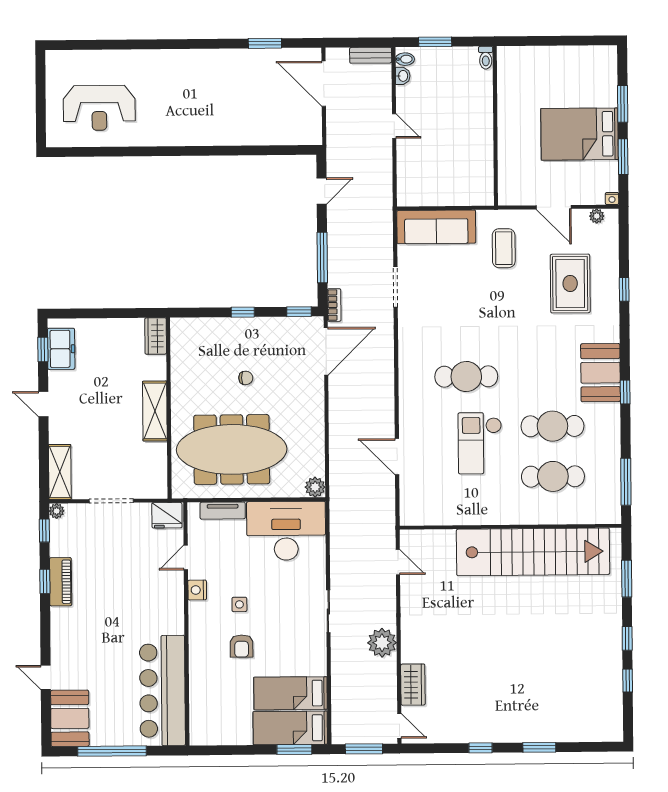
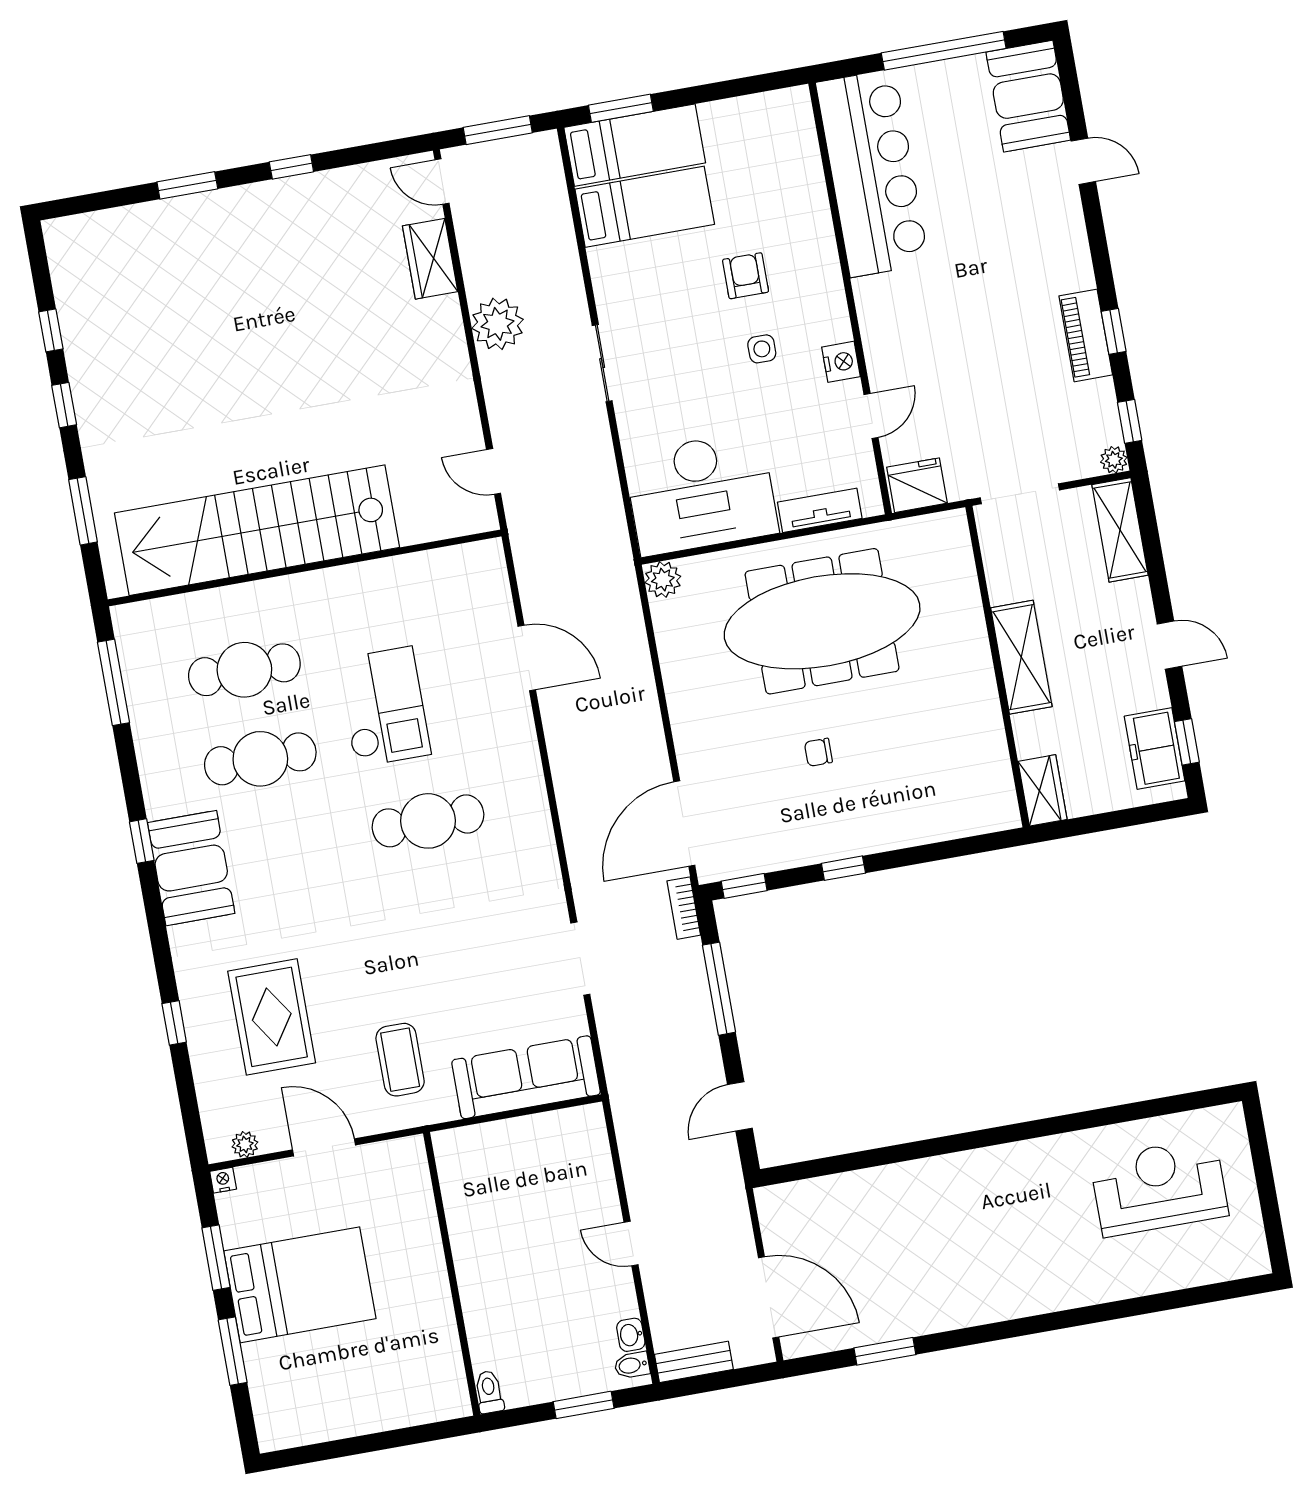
wardrobe: (156, 336) -> (1042, 790), moved
wall: (169, 408) -> (997, 667), moved
shelving: (155, 411) -> (1021, 657), moved

